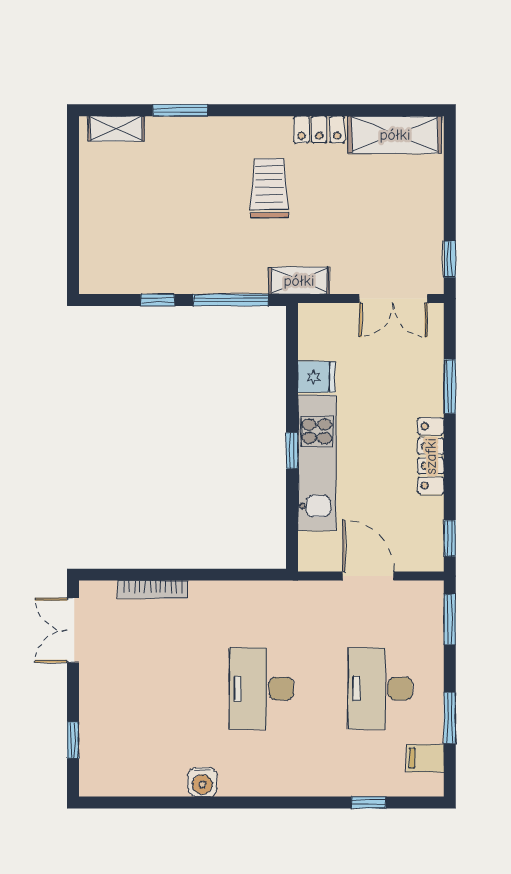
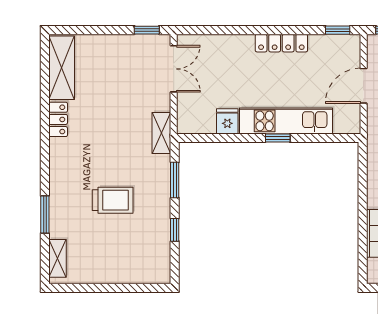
trolley: (269, 188) -> (113, 200), moved, turned 180
window: (231, 300) -> (175, 180), width x0.69
window: (450, 386) -> (234, 30), removed

